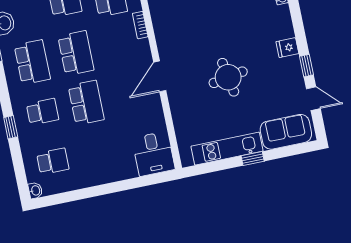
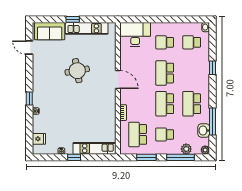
fridge: (287, 48) -> (38, 81), removed
window: (306, 66) -> (29, 99), moved
door: (160, 76) -> (118, 80), hinge flipped
school desk: (43, 112) -> (165, 42), moved
desk: (153, 154) -> (135, 34), width x1.37

